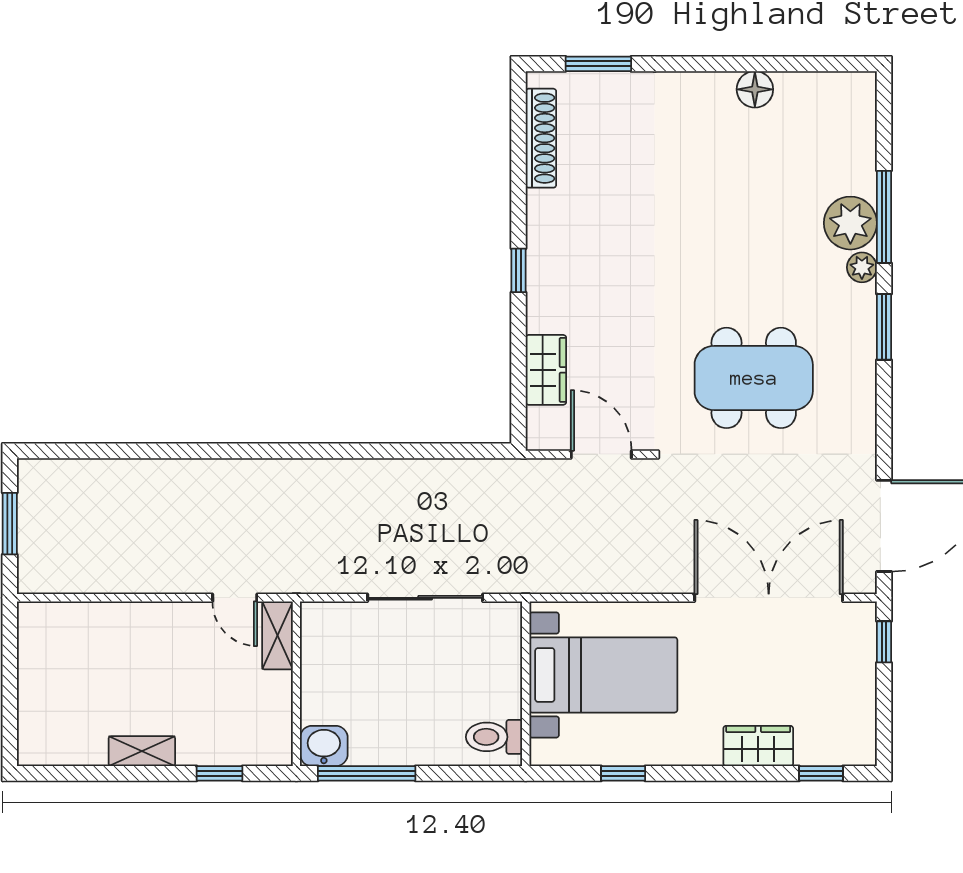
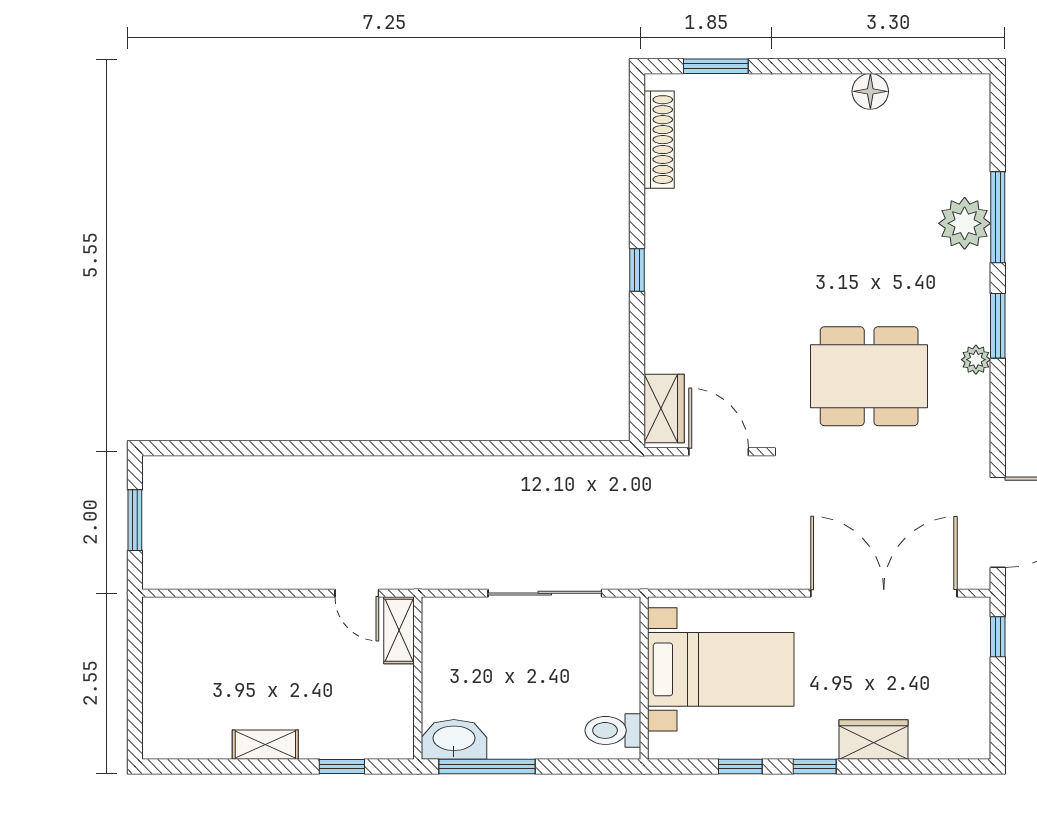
plant: (862, 267) -> (976, 360), moved
wardrobe: (546, 370) -> (664, 409), moved
washbasin: (324, 746) -> (454, 739), width x1.38
window: (821, 773) -> (815, 766), moved

